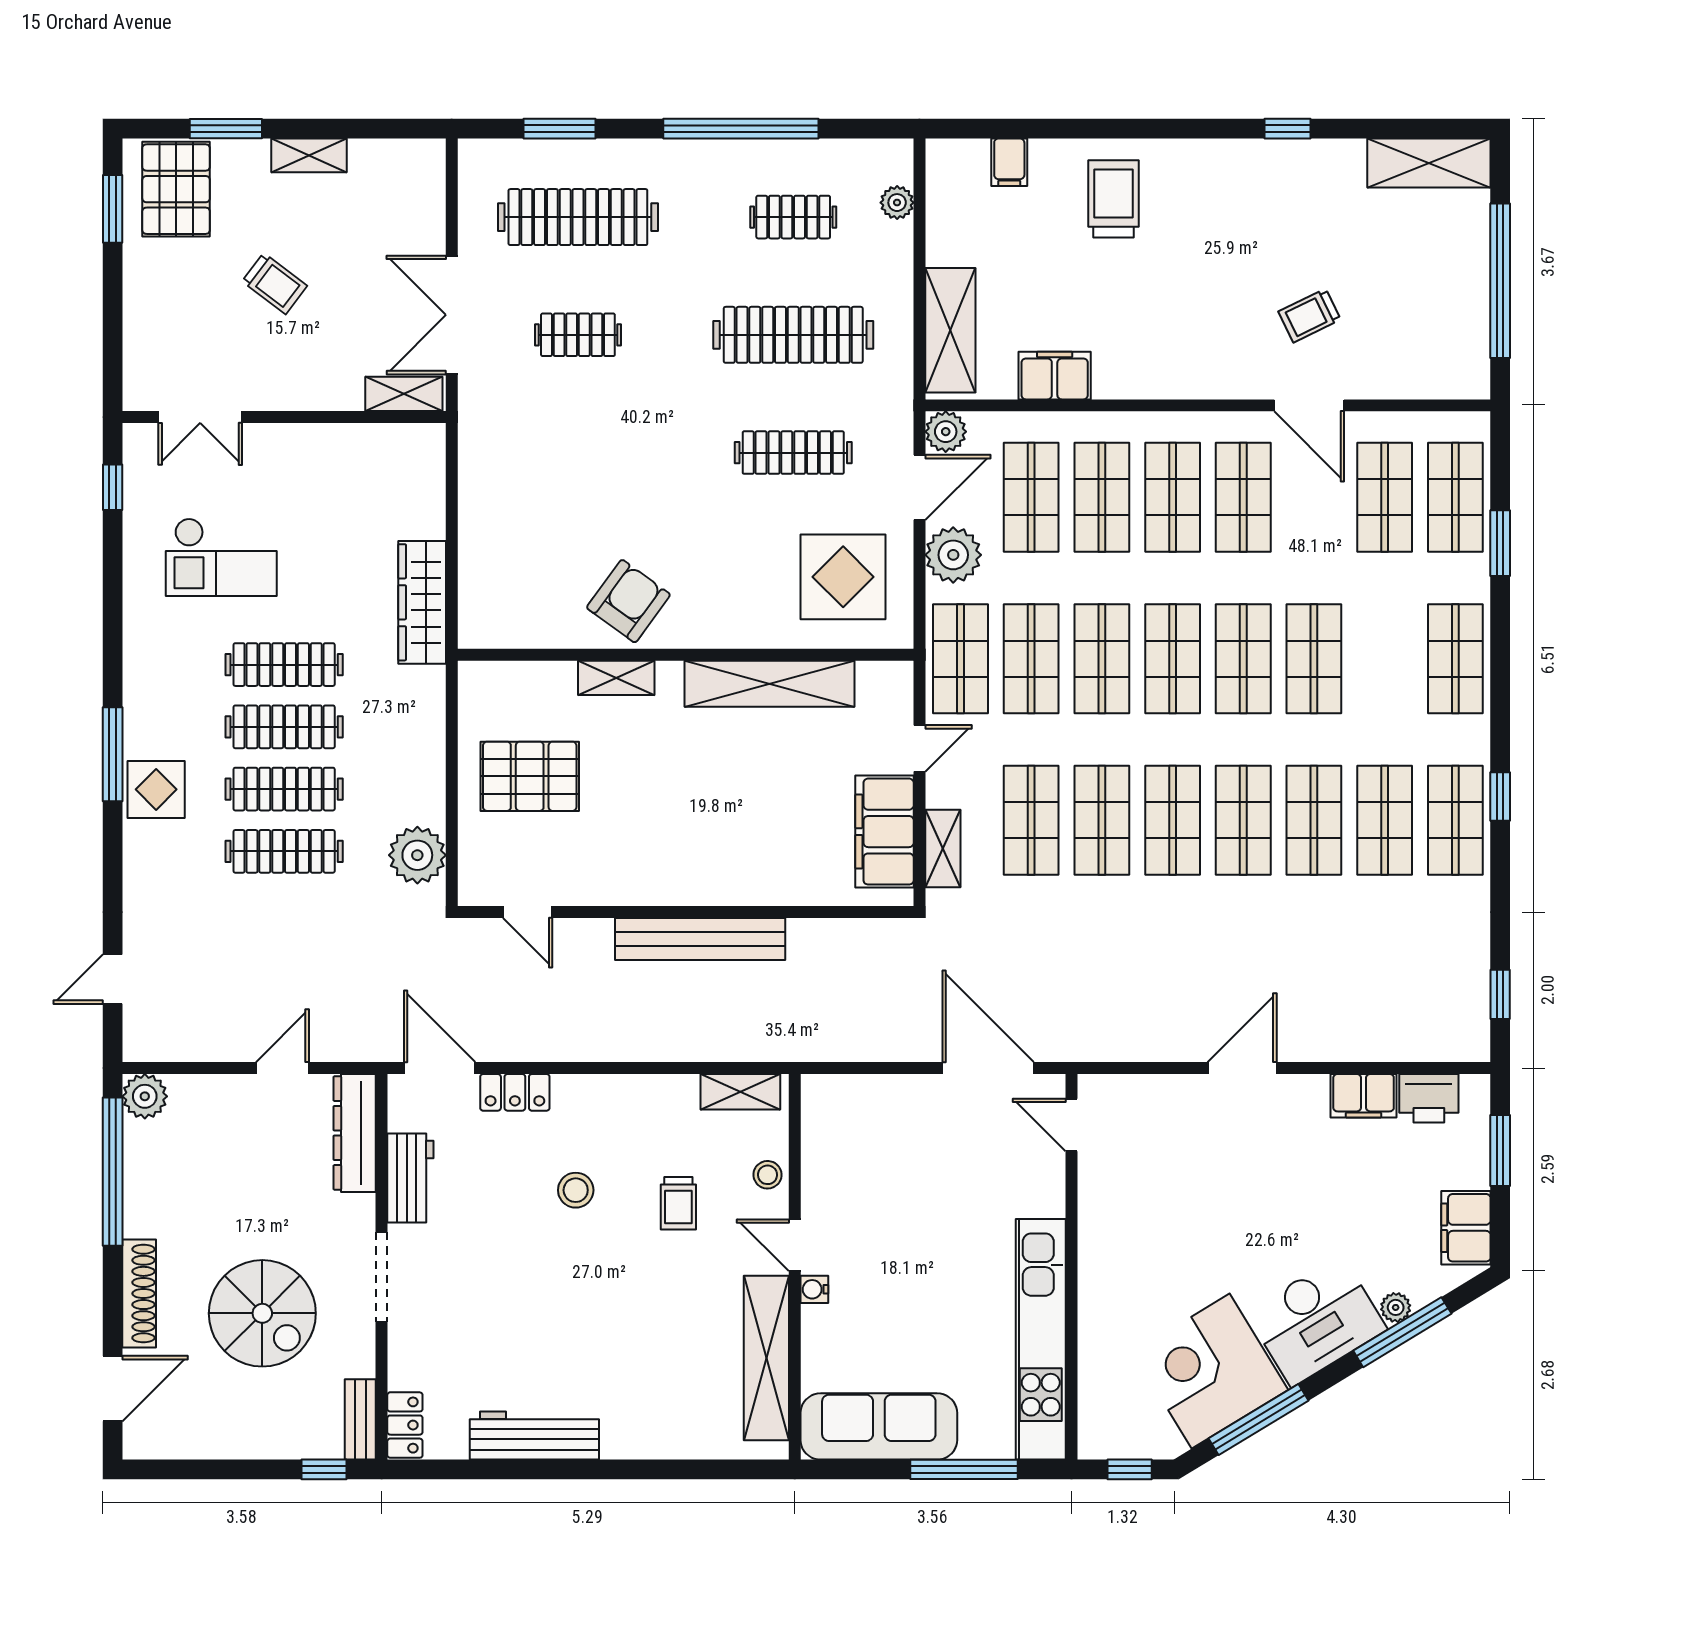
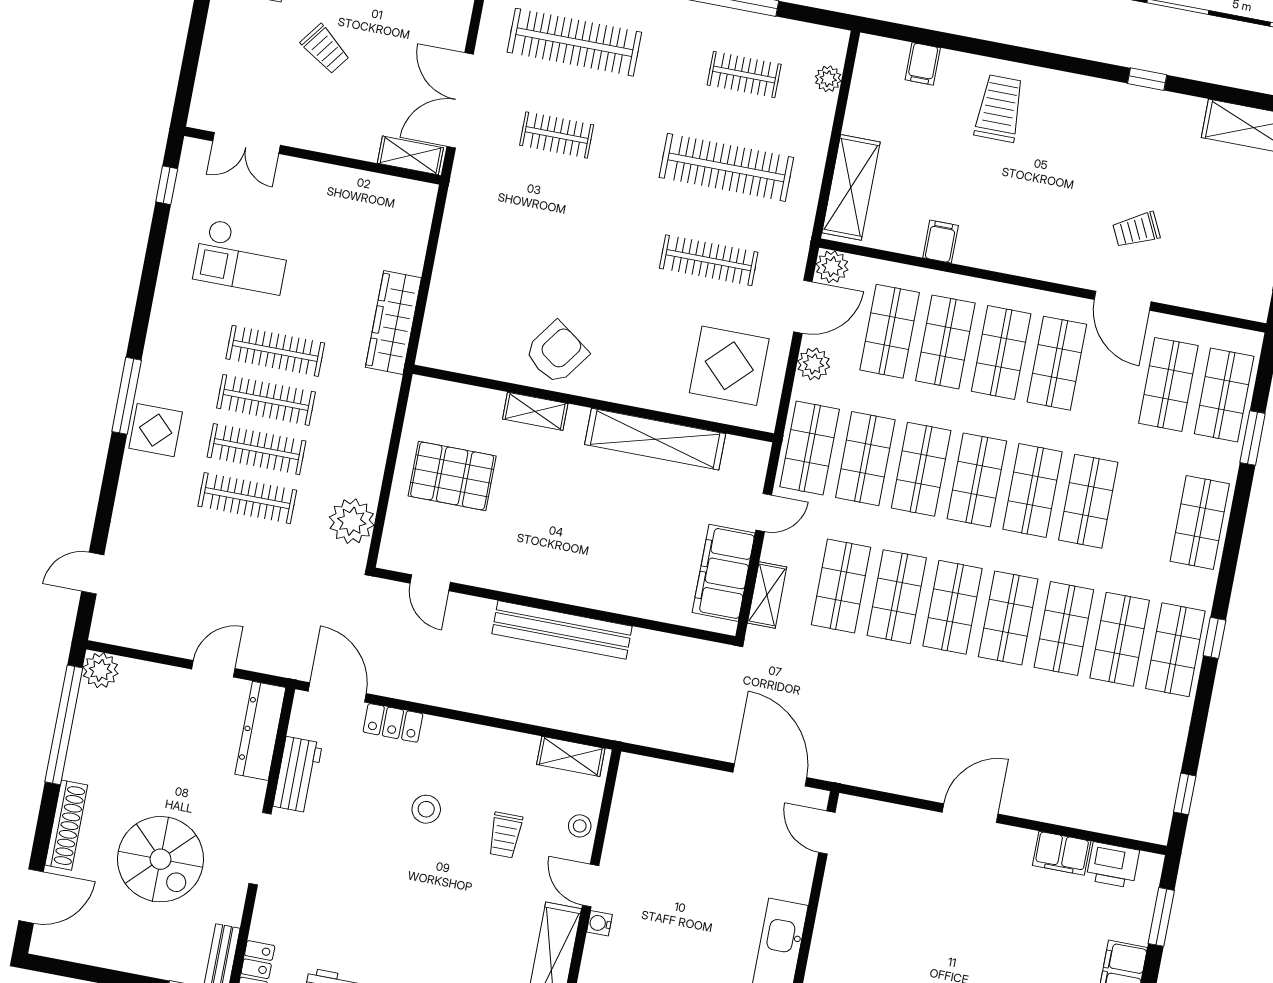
filing cabinet: (1055, 376) -> (941, 242), width x0.50
plant: (953, 555) -> (814, 364), width x0.73, depth x0.73

